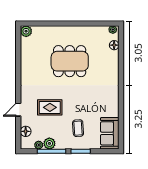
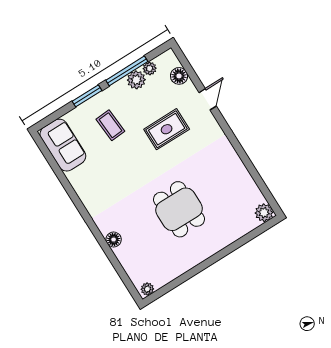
floor lamp: (114, 45) -> (114, 240), moved
dining table: (70, 61) -> (179, 209), width x0.73

